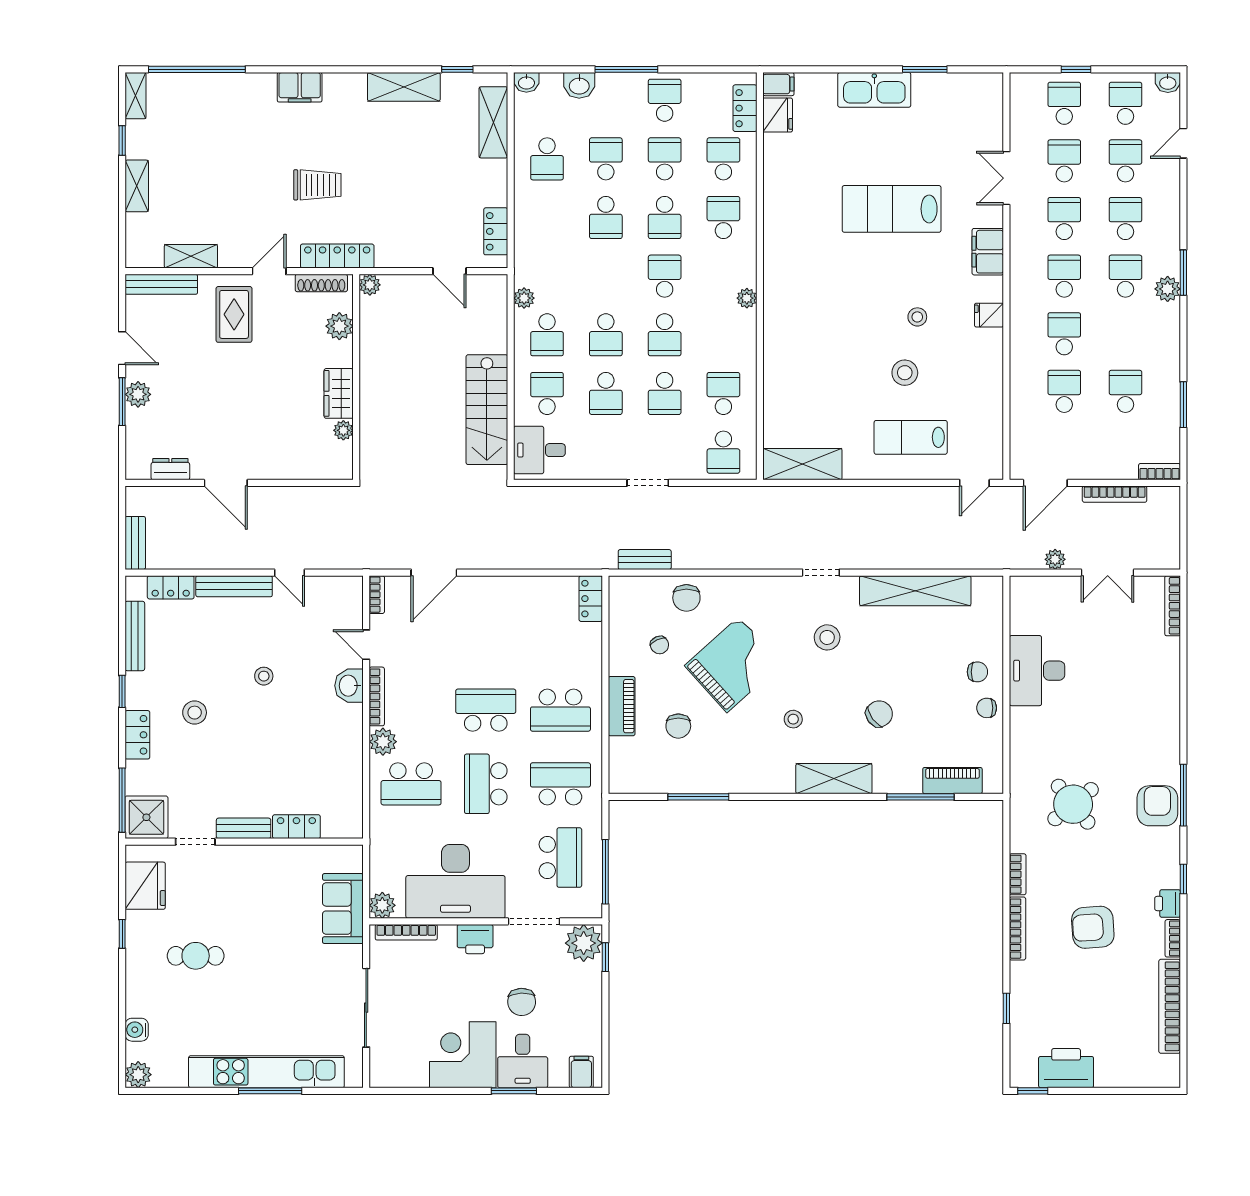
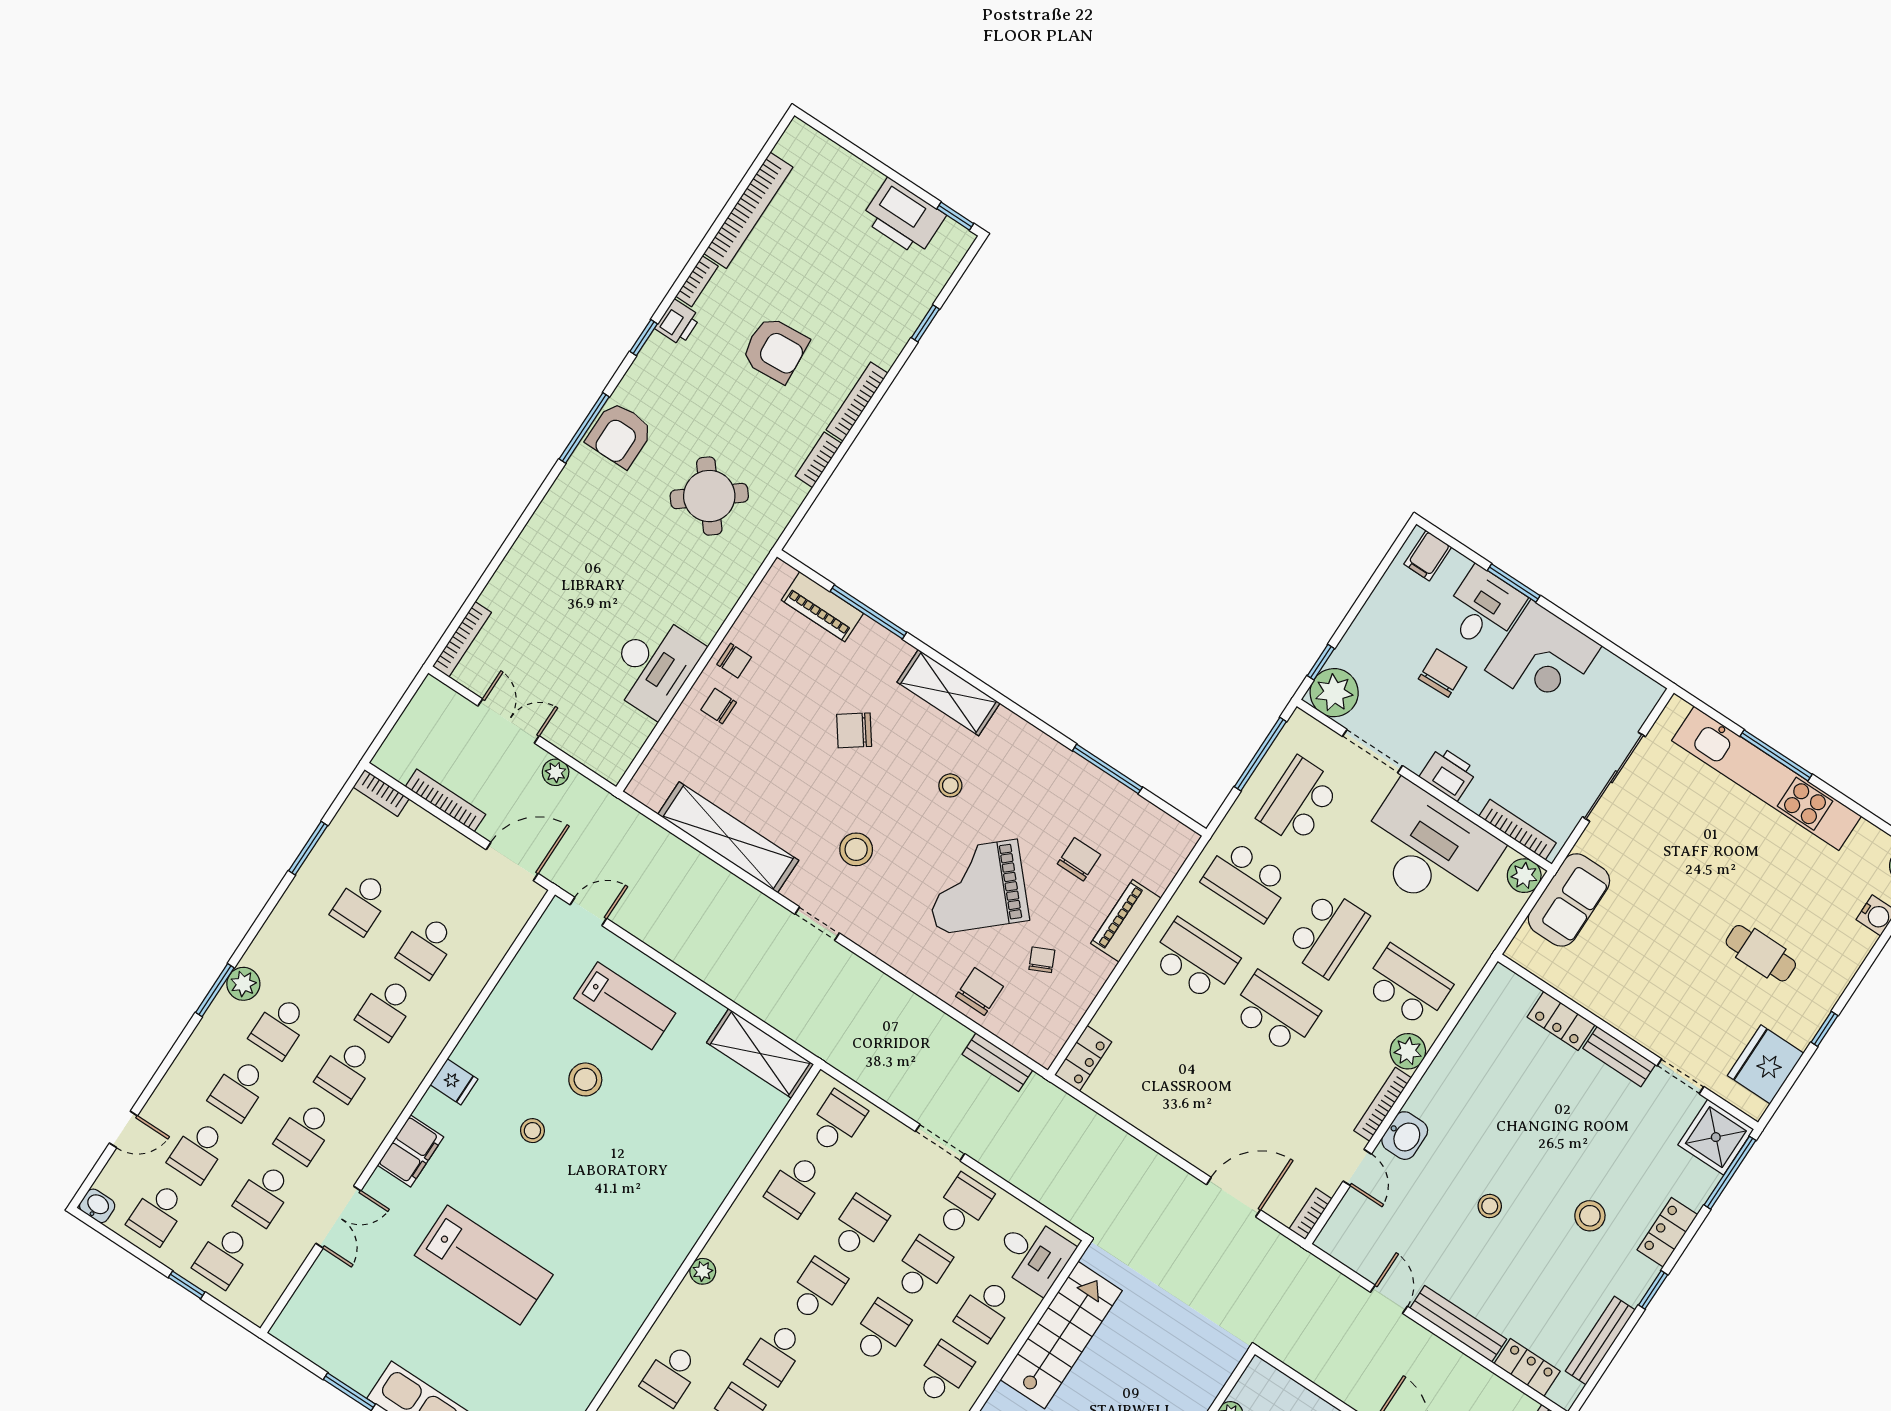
school desk: (606, 452) -> (963, 1205), added
school desk: (486, 710) -> (1275, 1012), turned 180

